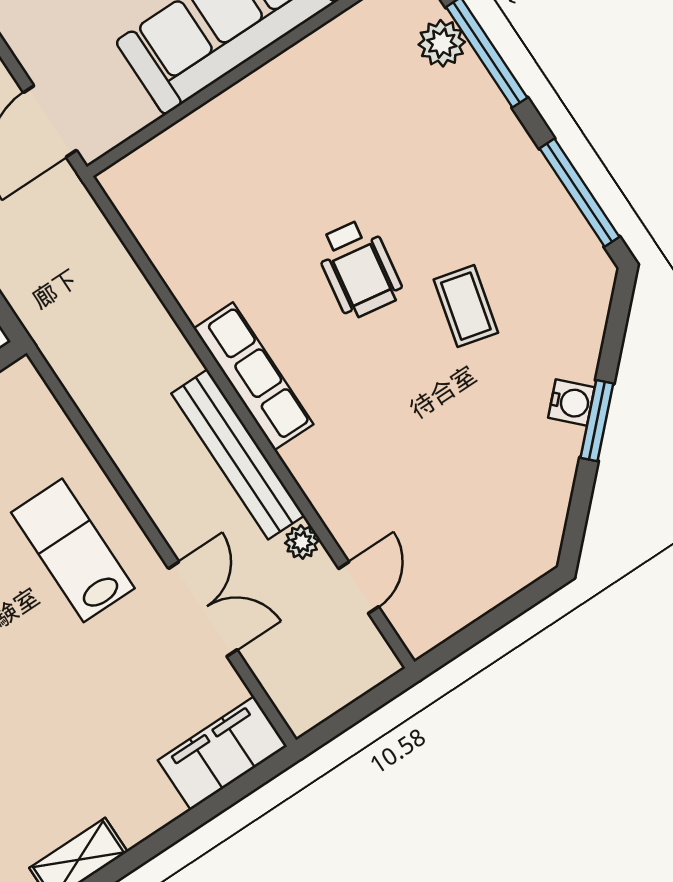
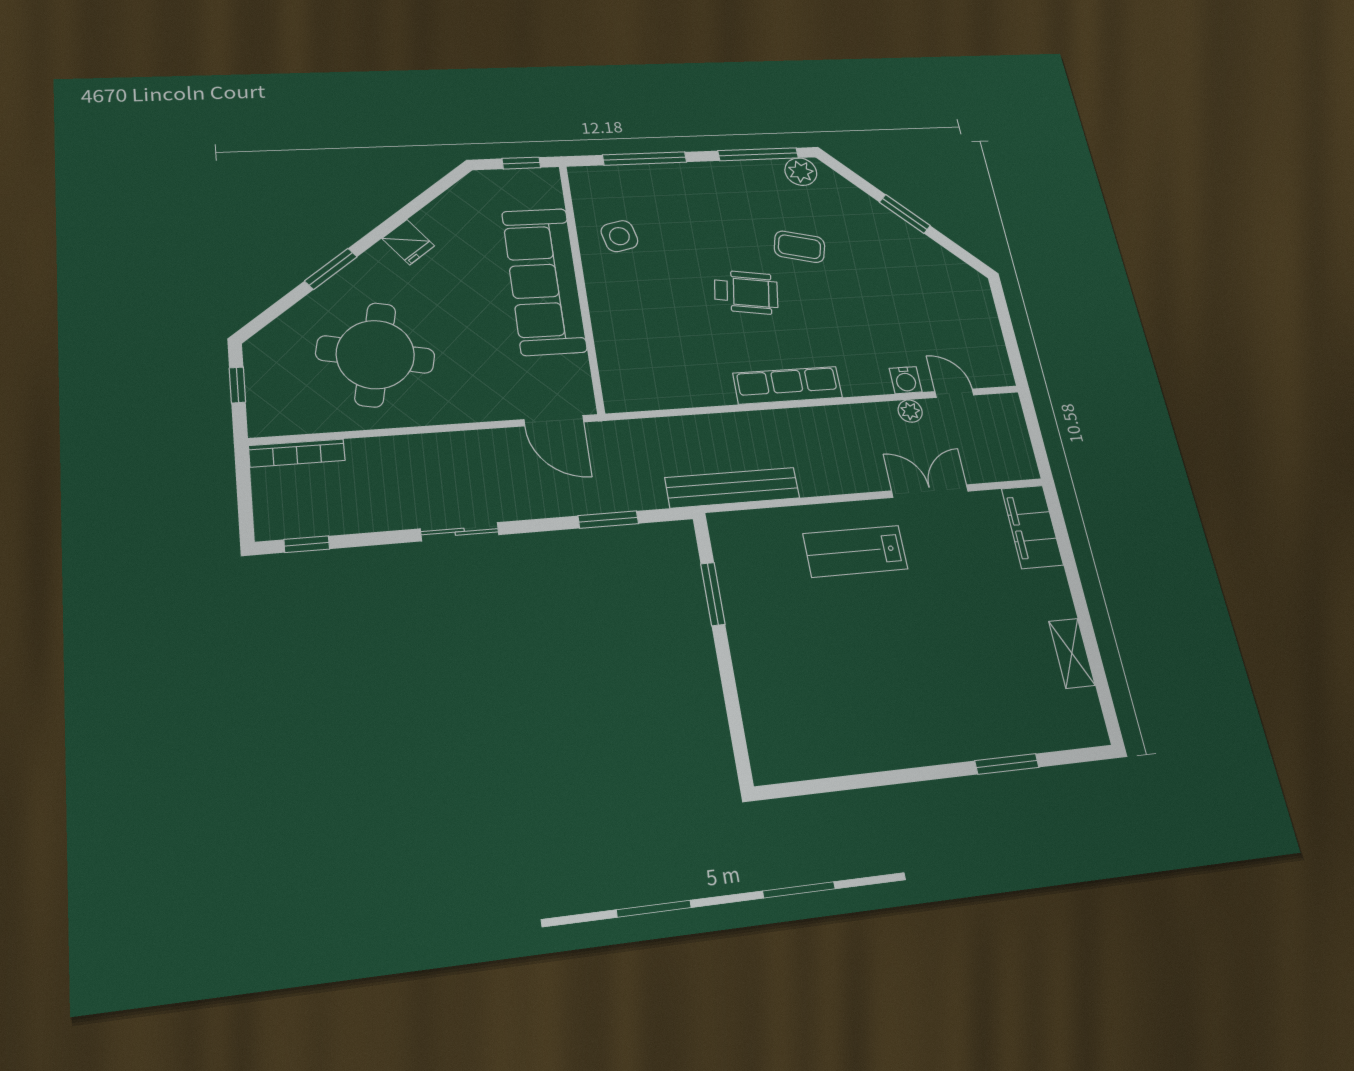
plant: (442, 43) -> (801, 172), moved
side table: (351, 76) -> (619, 236), added
water cooler: (571, 402) -> (906, 380), moved, turned 135
bench: (238, 454) -> (732, 488), moved

